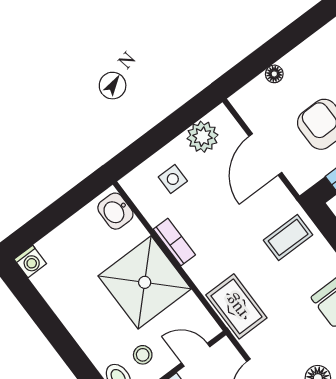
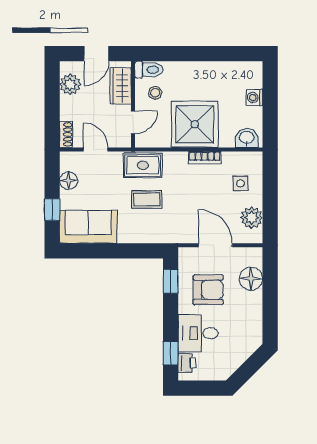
floor lamp: (274, 74) -> (251, 279), width x1.89, depth x1.89
coffee table: (288, 237) -> (147, 199), moved, turned 90
washing machine: (30, 261) -> (254, 97), moved

